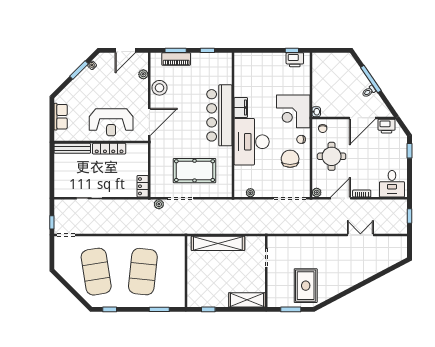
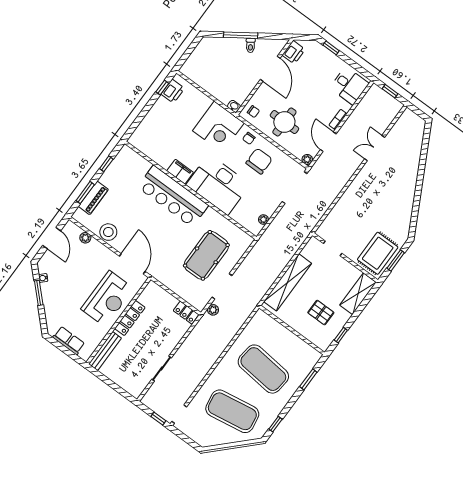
chair: (290, 159) -> (259, 161), turned 90
pallet: (214, 283) -> (321, 313), added
rug: (306, 286) -> (378, 253), moved, turned 90

